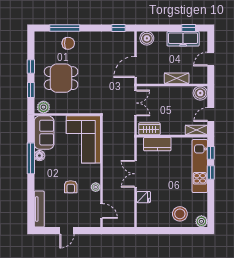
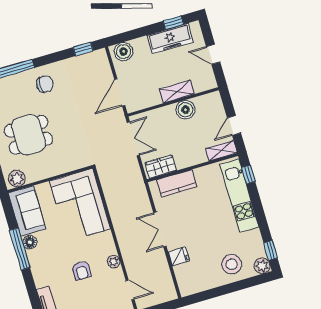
chair: (68, 43) -> (45, 84), moved
door: (211, 59) -> (213, 54), hinge flipped
boiler: (200, 93) -> (185, 110), moved
window: (211, 173) -> (271, 250), moved

